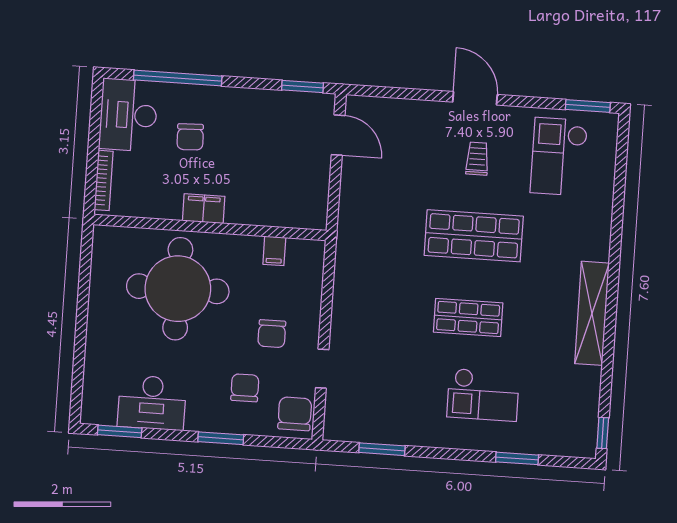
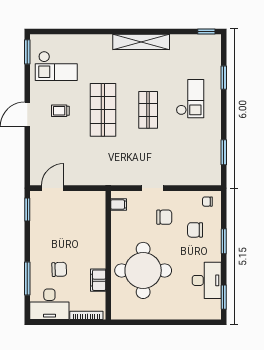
window: (178, 78) -> (27, 278), width x0.68
filing cabinet: (204, 209) -> (98, 280), moved
filing cabinet: (274, 251) -> (119, 205), moved
doorway: (322, 369) -> (152, 188), moved
chair: (295, 414) -> (207, 202), width x0.54, depth x0.54

